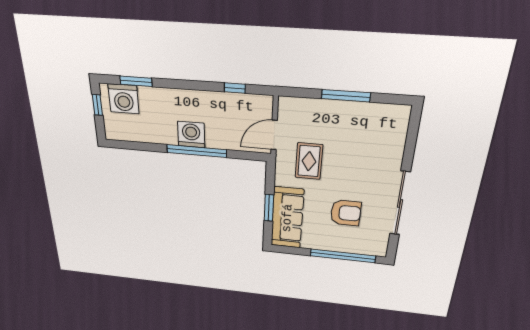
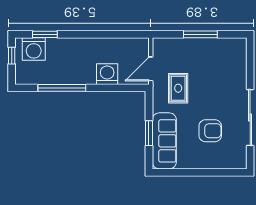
window: (235, 88) -> (120, 34), removed
washing machine: (191, 135) -> (107, 74), moved
window: (197, 151) -> (62, 88), moved
window: (343, 256) -> (212, 172), removed

